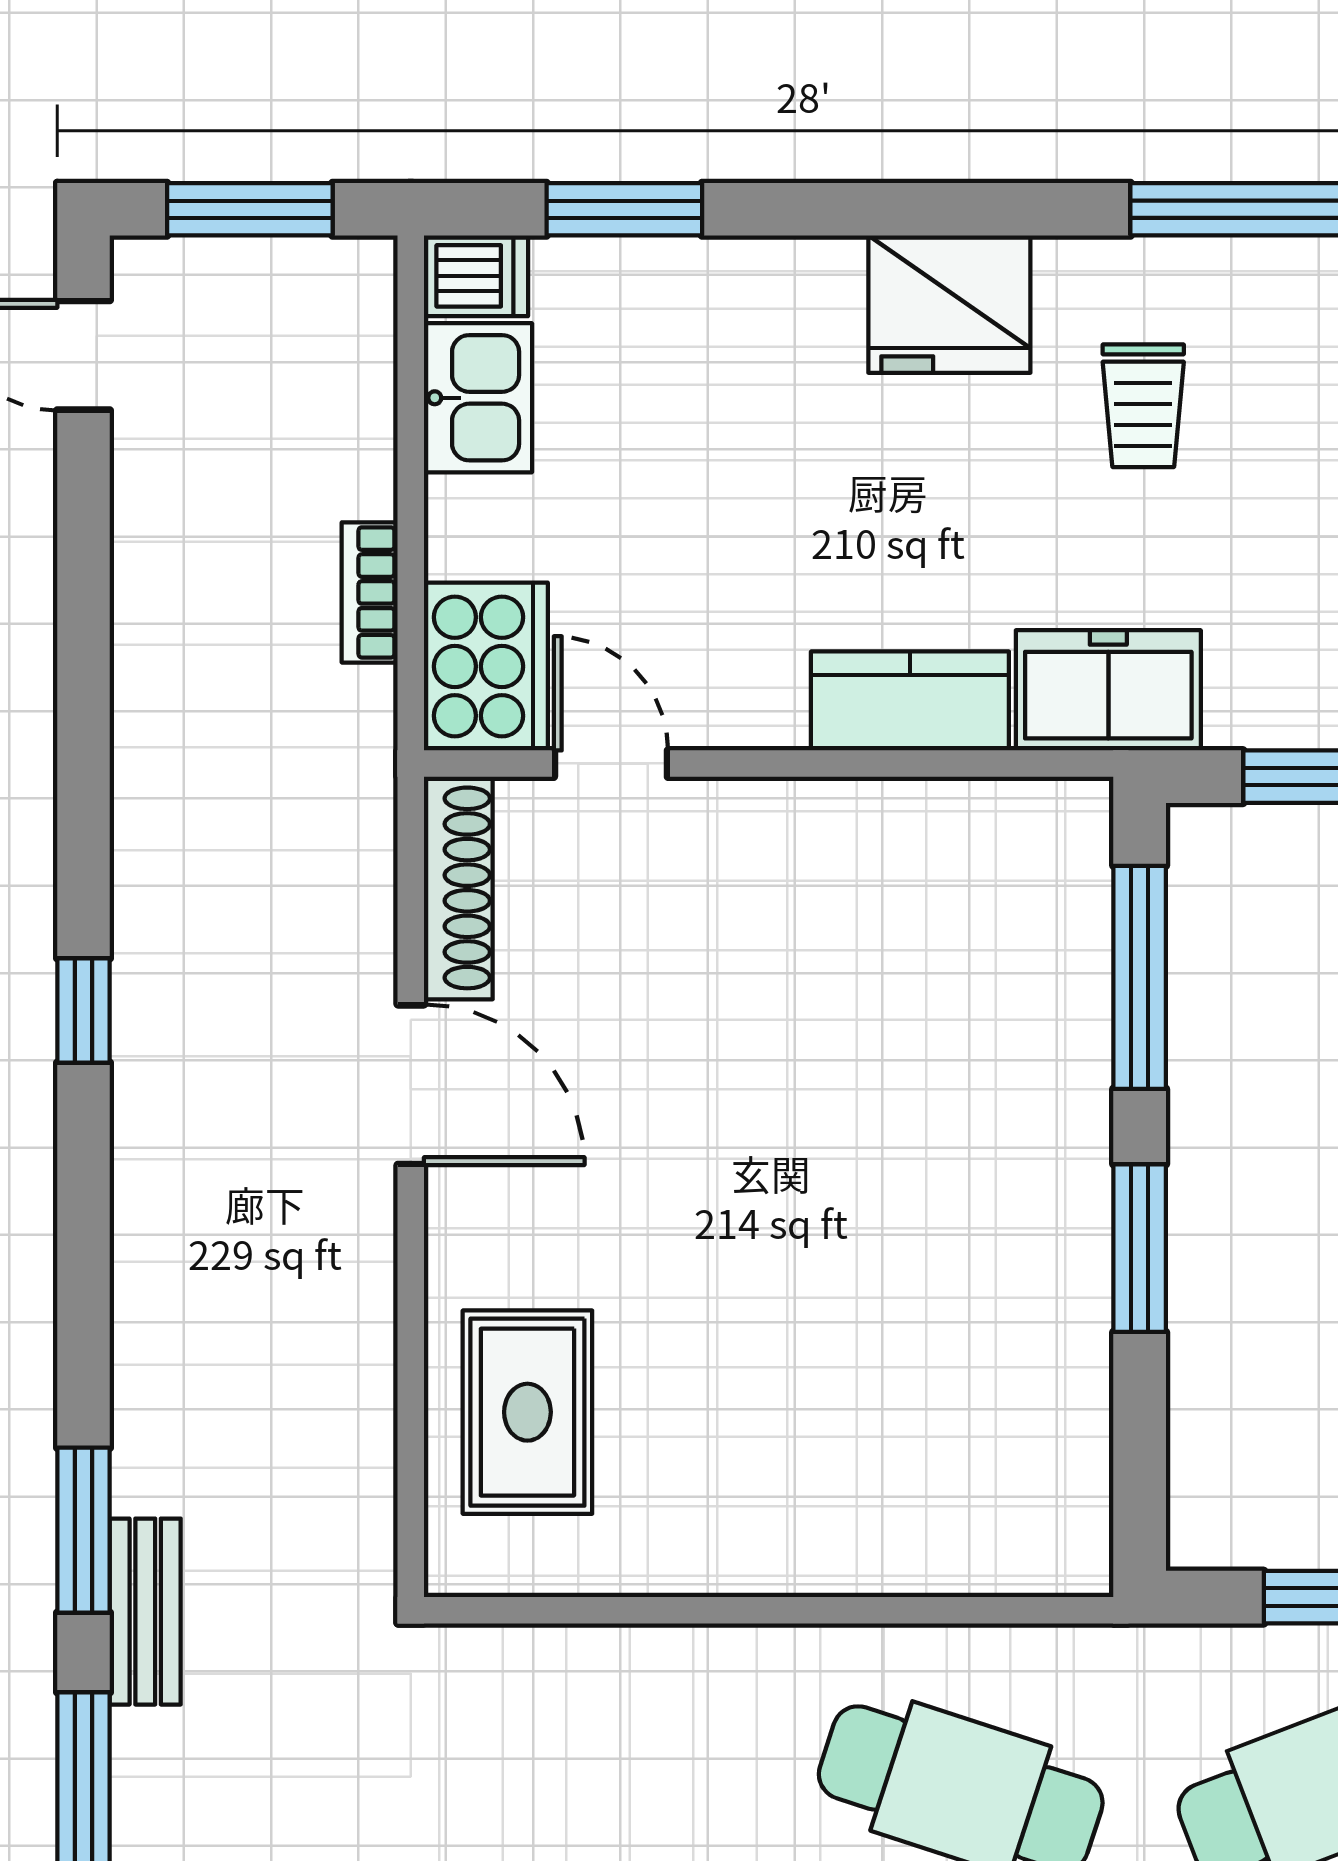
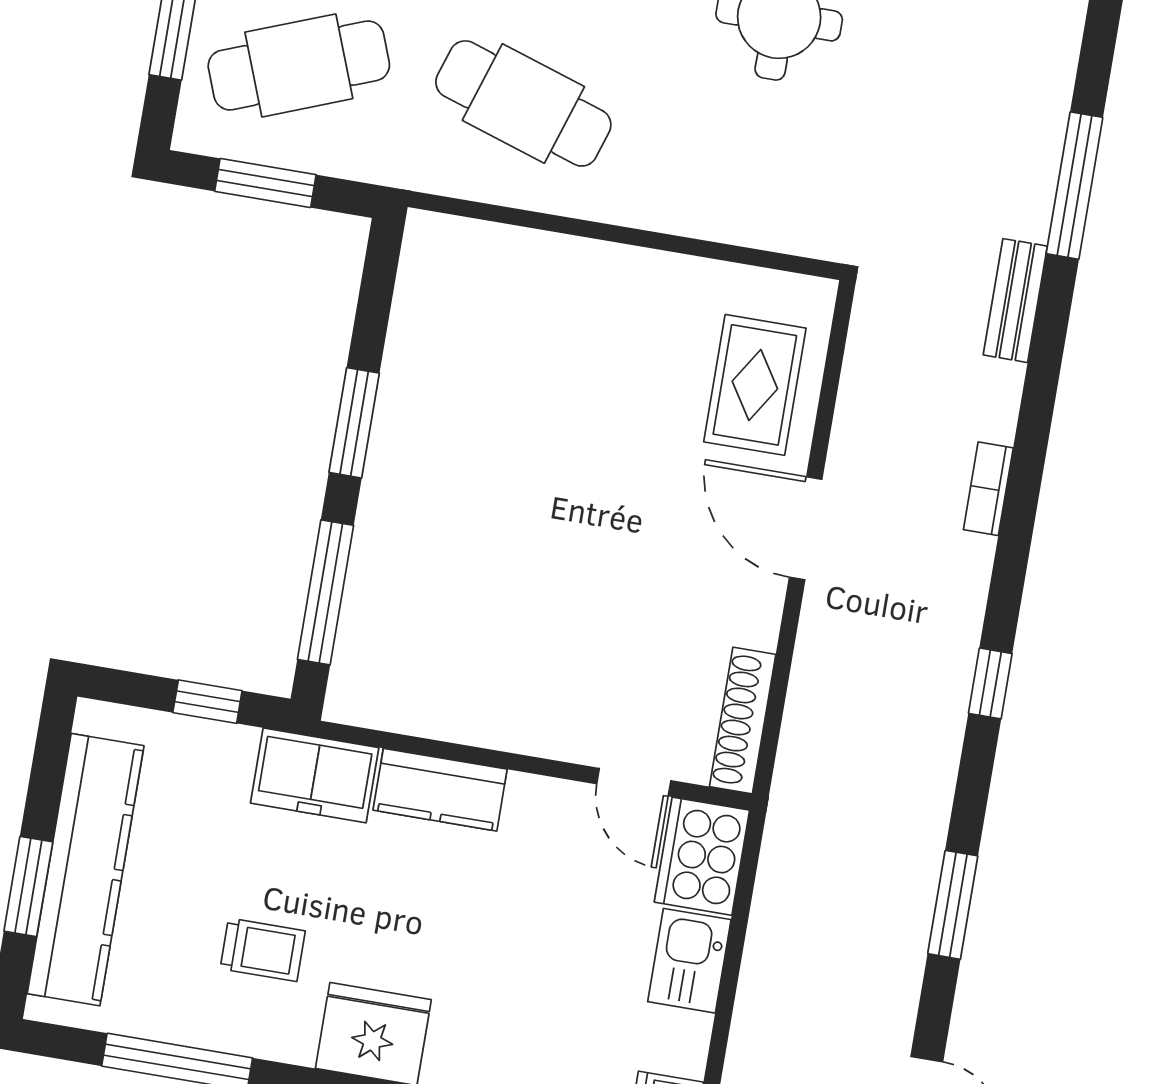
kitchen sink: (478, 398) -> (689, 961), moved
trolley: (1143, 406) -> (263, 950), turned 90
bookcase: (370, 592) -> (988, 489), moved, turned 180
door: (411, 1085) -> (806, 528), moved
window: (83, 1530) -> (953, 905), moved

